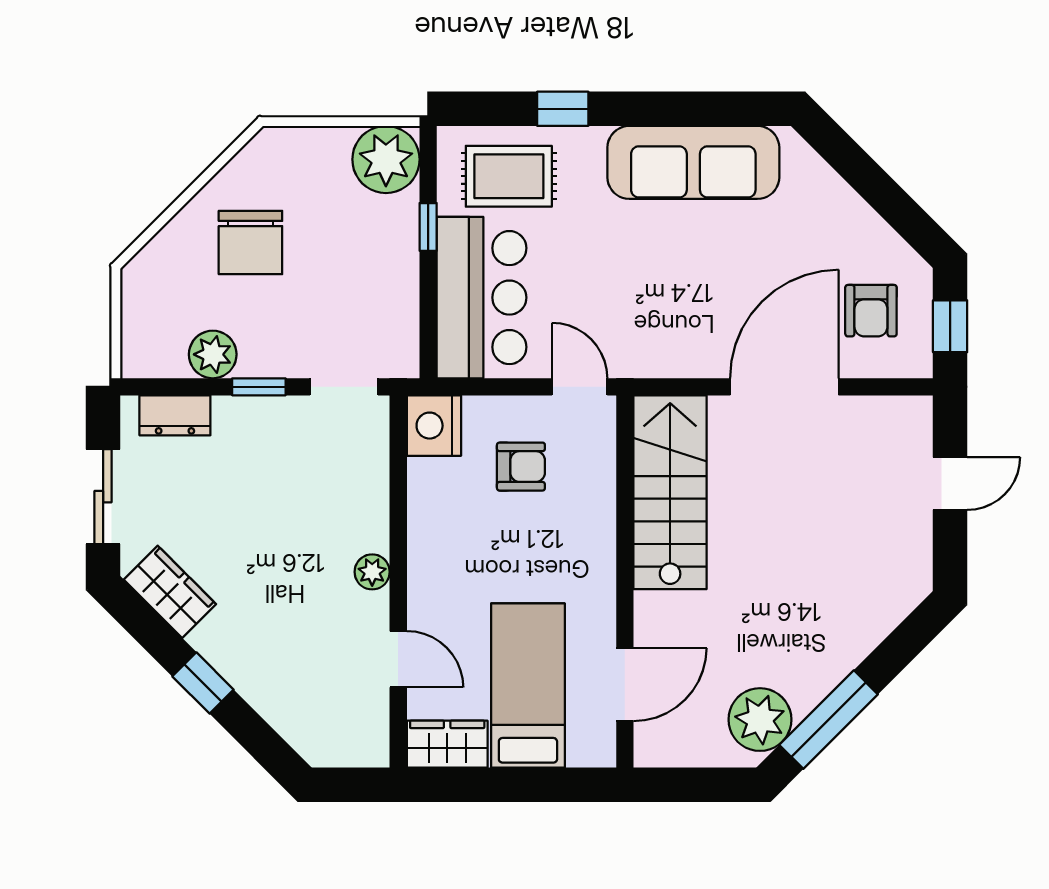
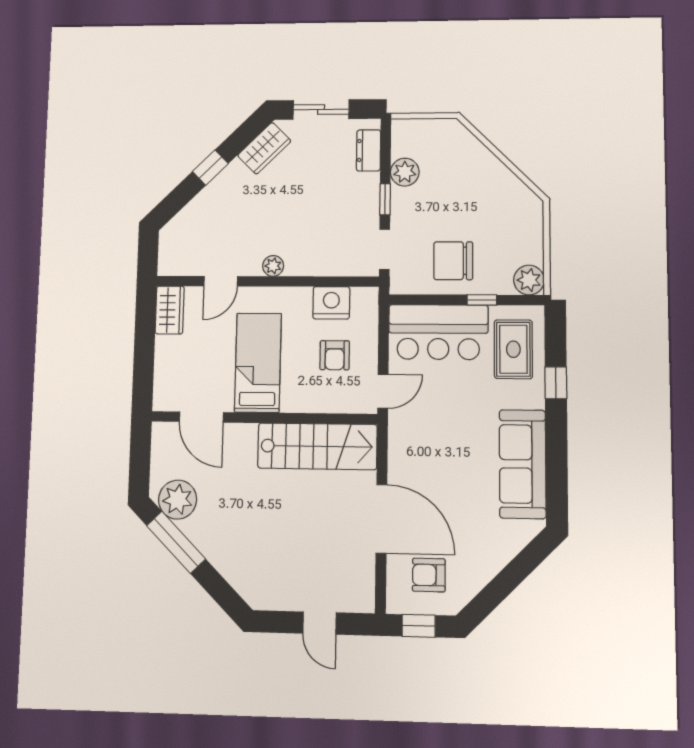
plant: (386, 159) -> (529, 280), width x0.73, depth x0.73
chair: (250, 243) -> (453, 261), moved
nightstand: (434, 426) -> (331, 303), moved
bed: (528, 685) -> (258, 363), moved, turned -90

